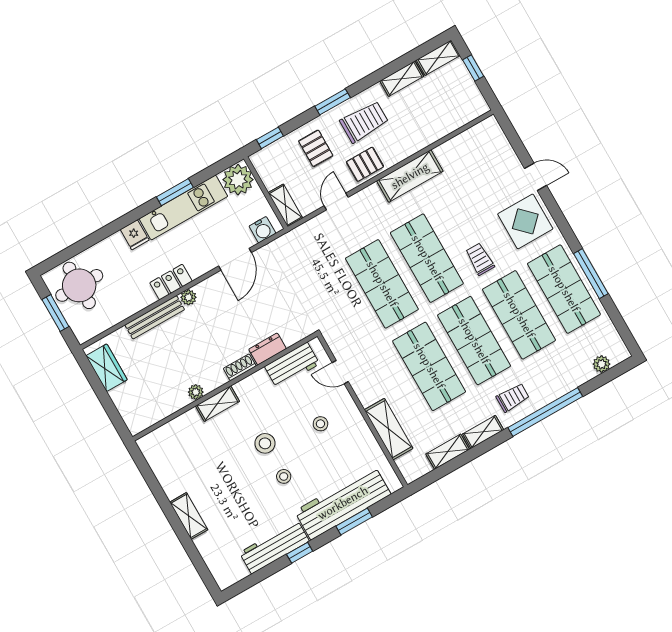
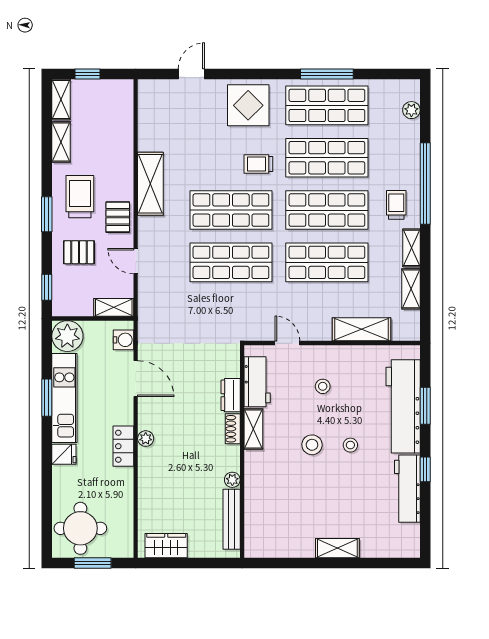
door: (536, 177) -> (191, 74), moved
bench: (155, 317) -> (232, 519), moved
door: (340, 372) -> (287, 343), swing flipped
shelving: (217, 404) -> (253, 429), moved

